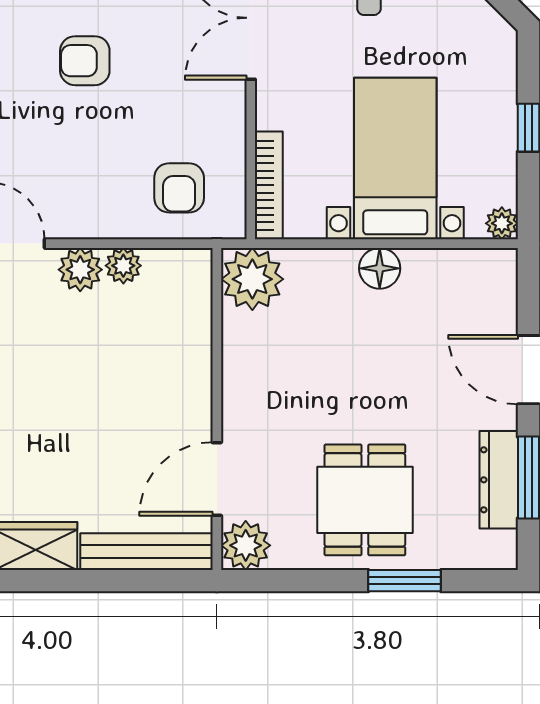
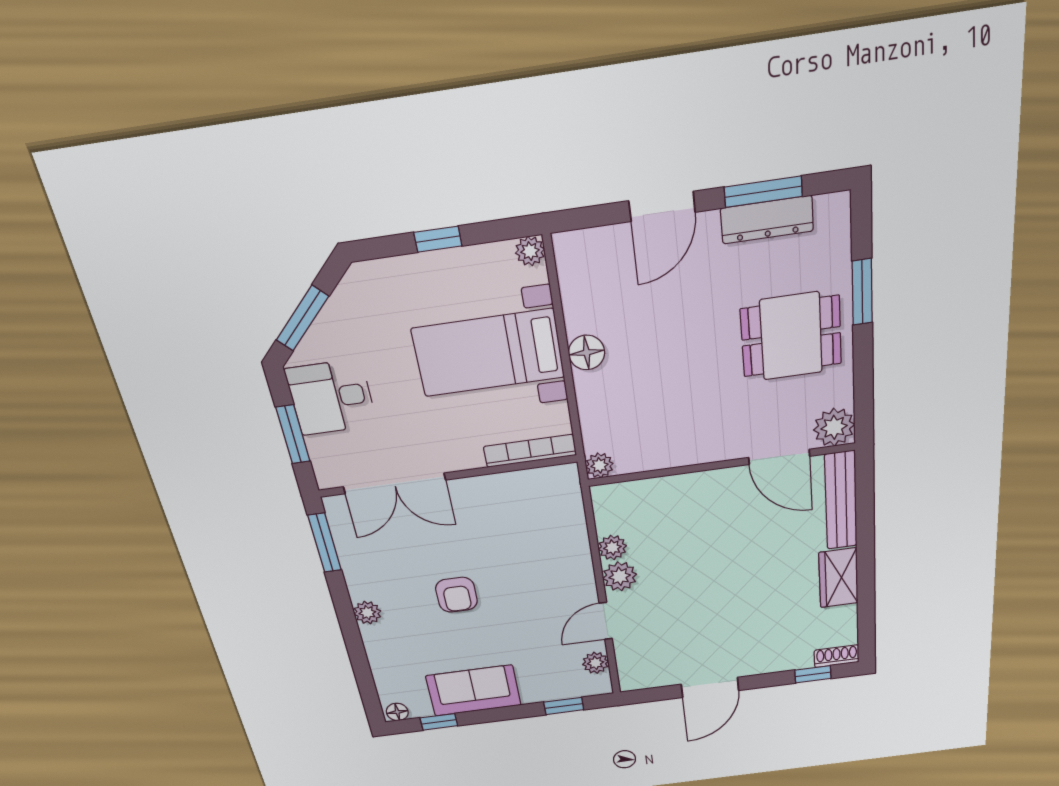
armchair: (179, 188) -> (544, 517), removed
plant: (252, 279) -> (599, 465), width x0.53, depth x0.53

